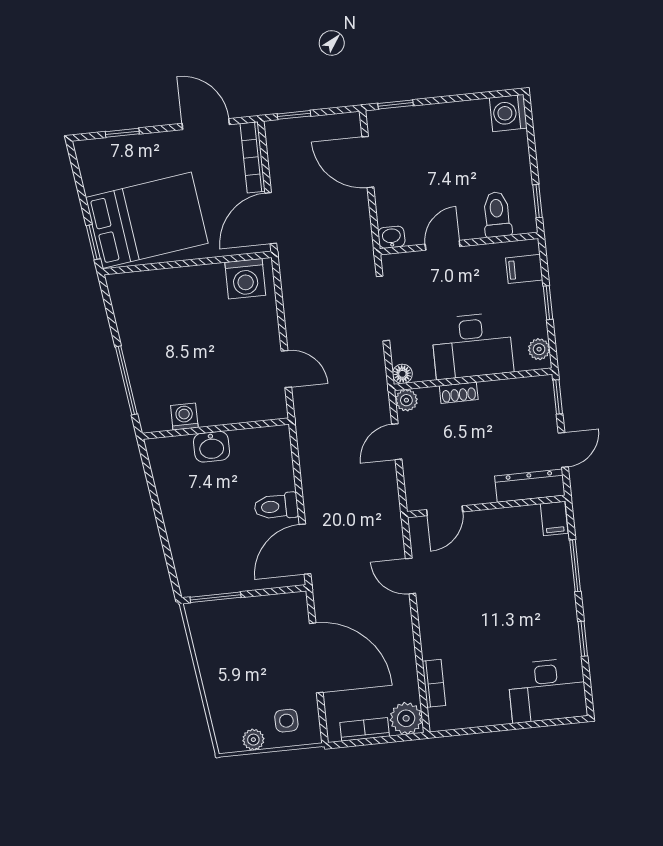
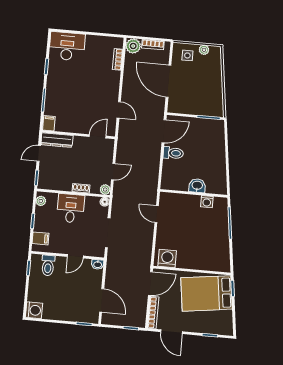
desk: (472, 346) -> (71, 208), width x0.73

